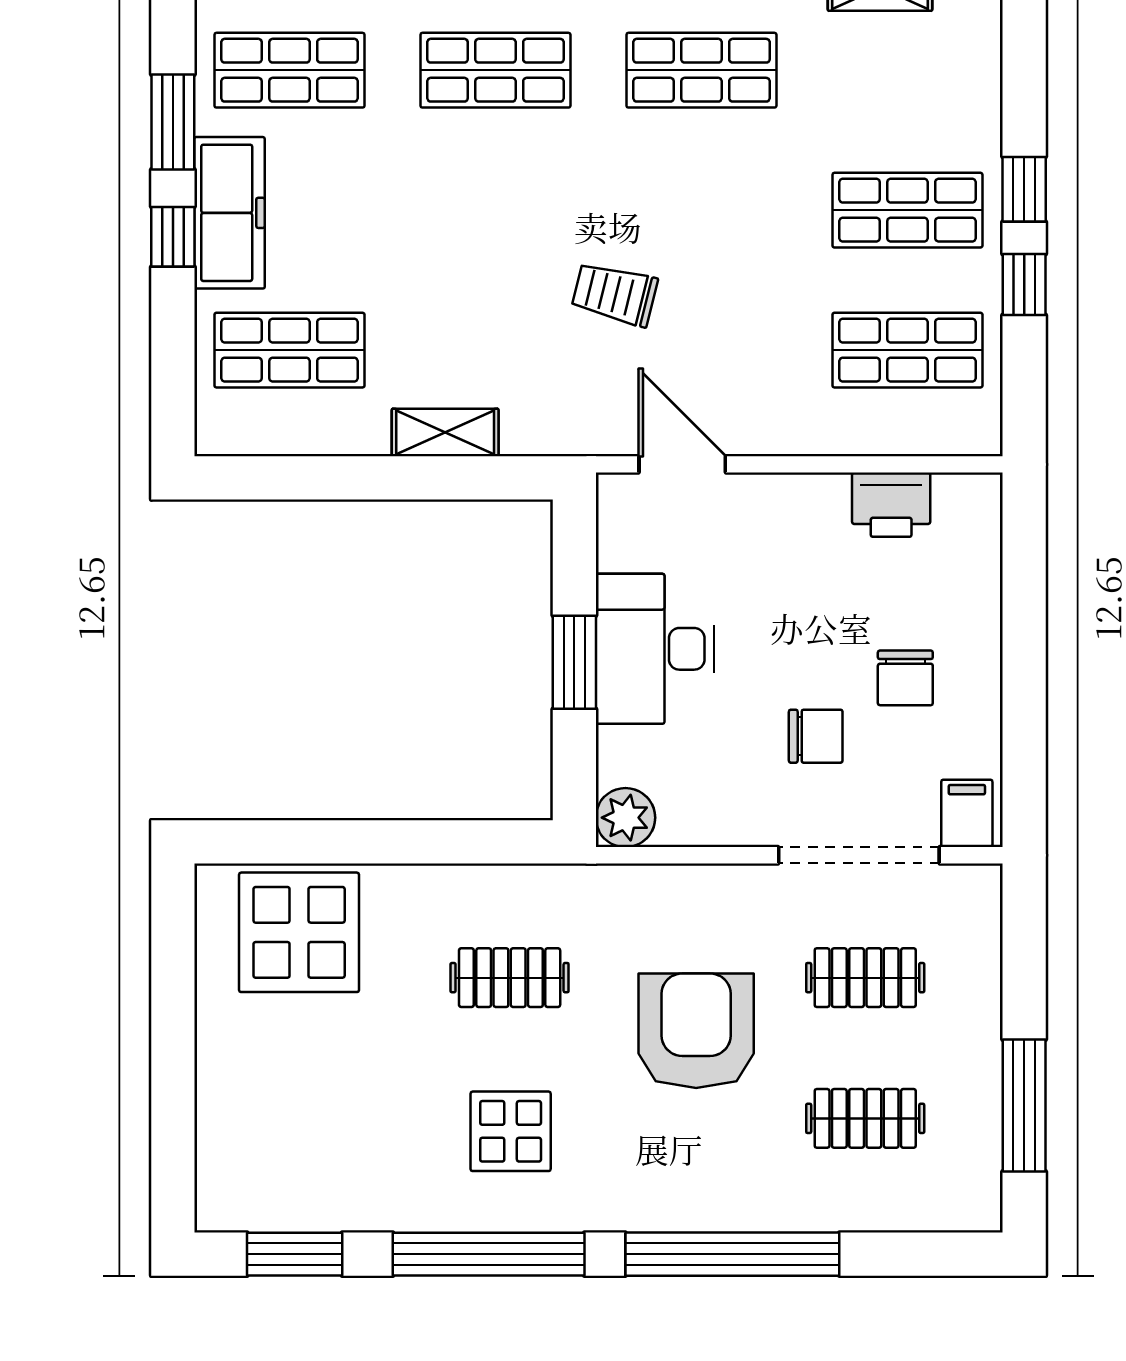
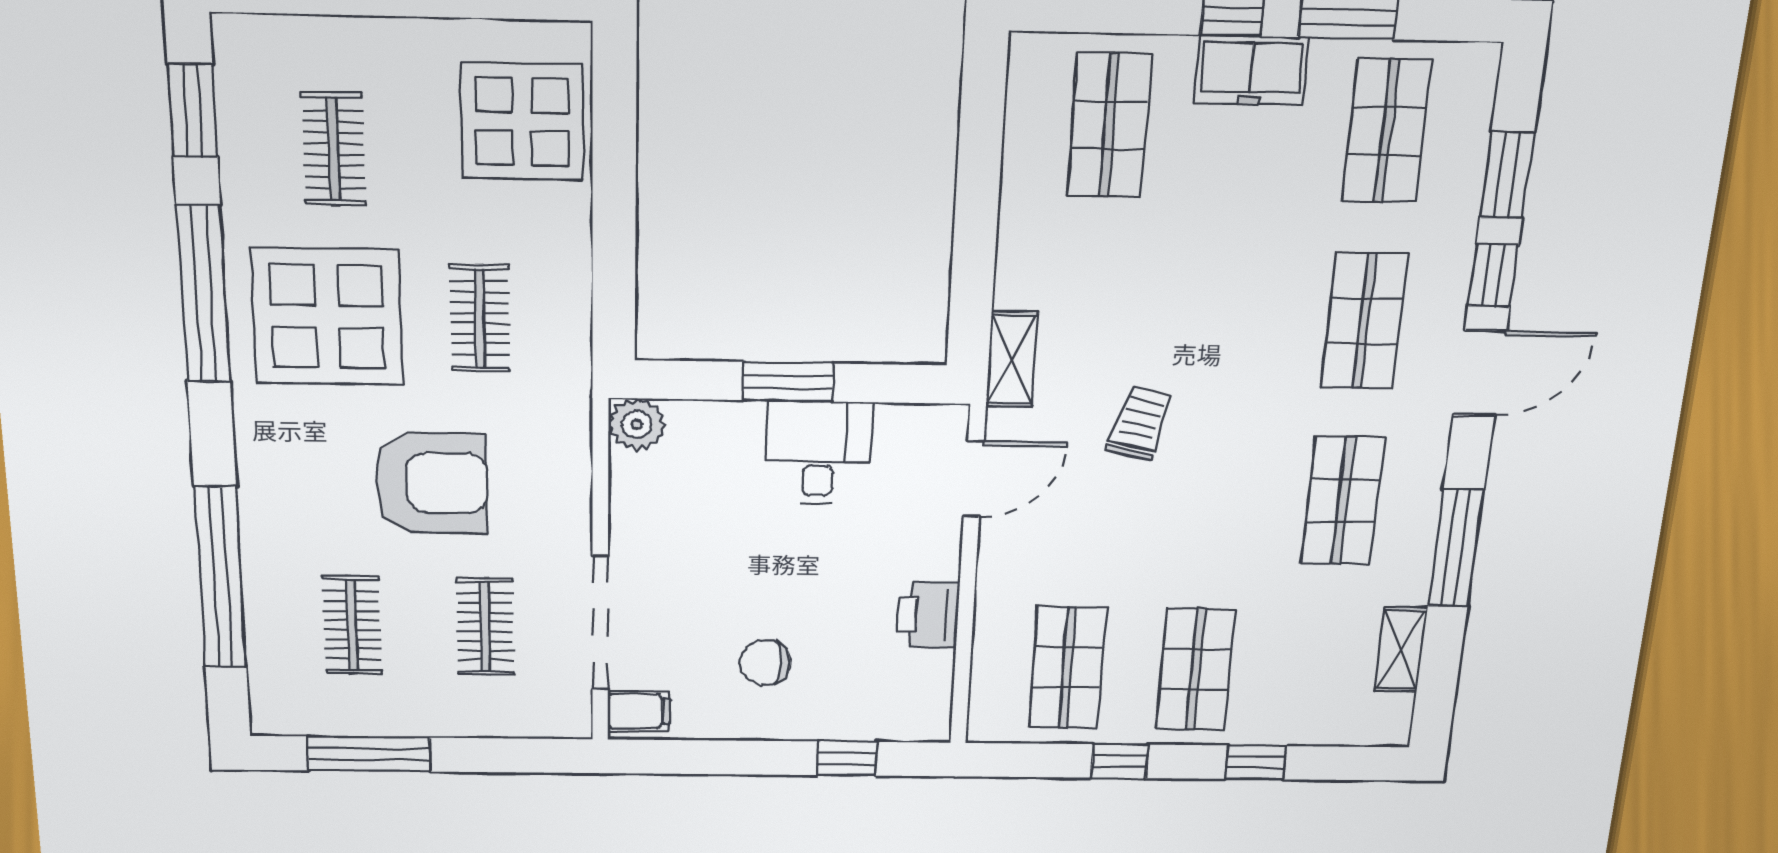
window: (1024, 189) -> (1256, 762), moved
freezer: (230, 213) -> (1251, 70), width x0.71
shelving: (445, 432) -> (1012, 359), moved
printer: (891, 505) -> (928, 615), moved
window: (1024, 586) -> (847, 759), added
desk: (655, 649) -> (819, 453), width x0.73
chair: (816, 736) -> (713, 588), removed
clothes rail: (332, 1118) -> (334, 149), added
display table: (511, 1131) -> (327, 317), width x1.86, depth x1.86
window: (732, 1254) -> (221, 577), moved

